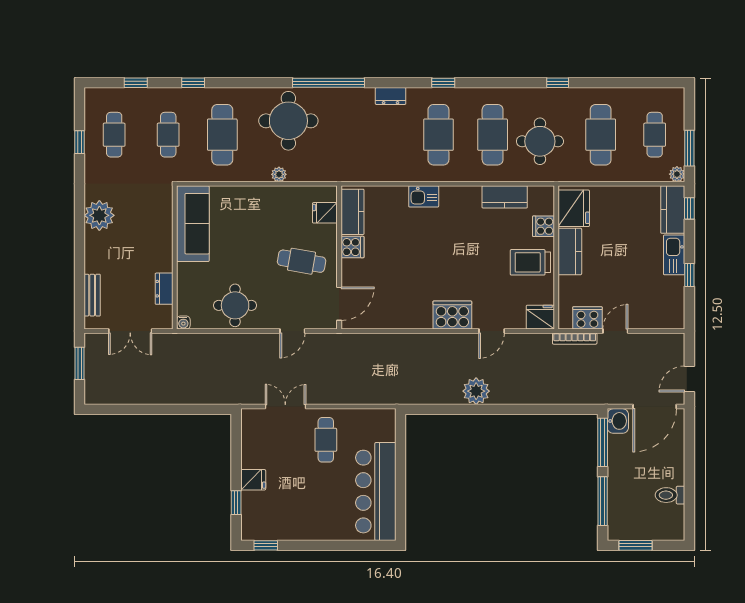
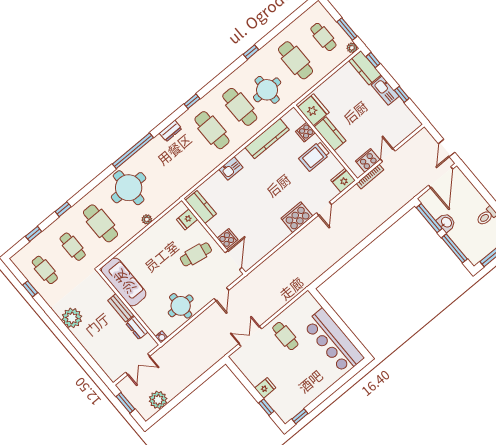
kitchen counter: (505, 197) -> (267, 139), width x1.50
cooker: (352, 247) -> (227, 239), moved
bench: (92, 295) -> (121, 308), moved
plant: (476, 391) -> (158, 400), moved
washbasin: (618, 421) -> (446, 222), moved

